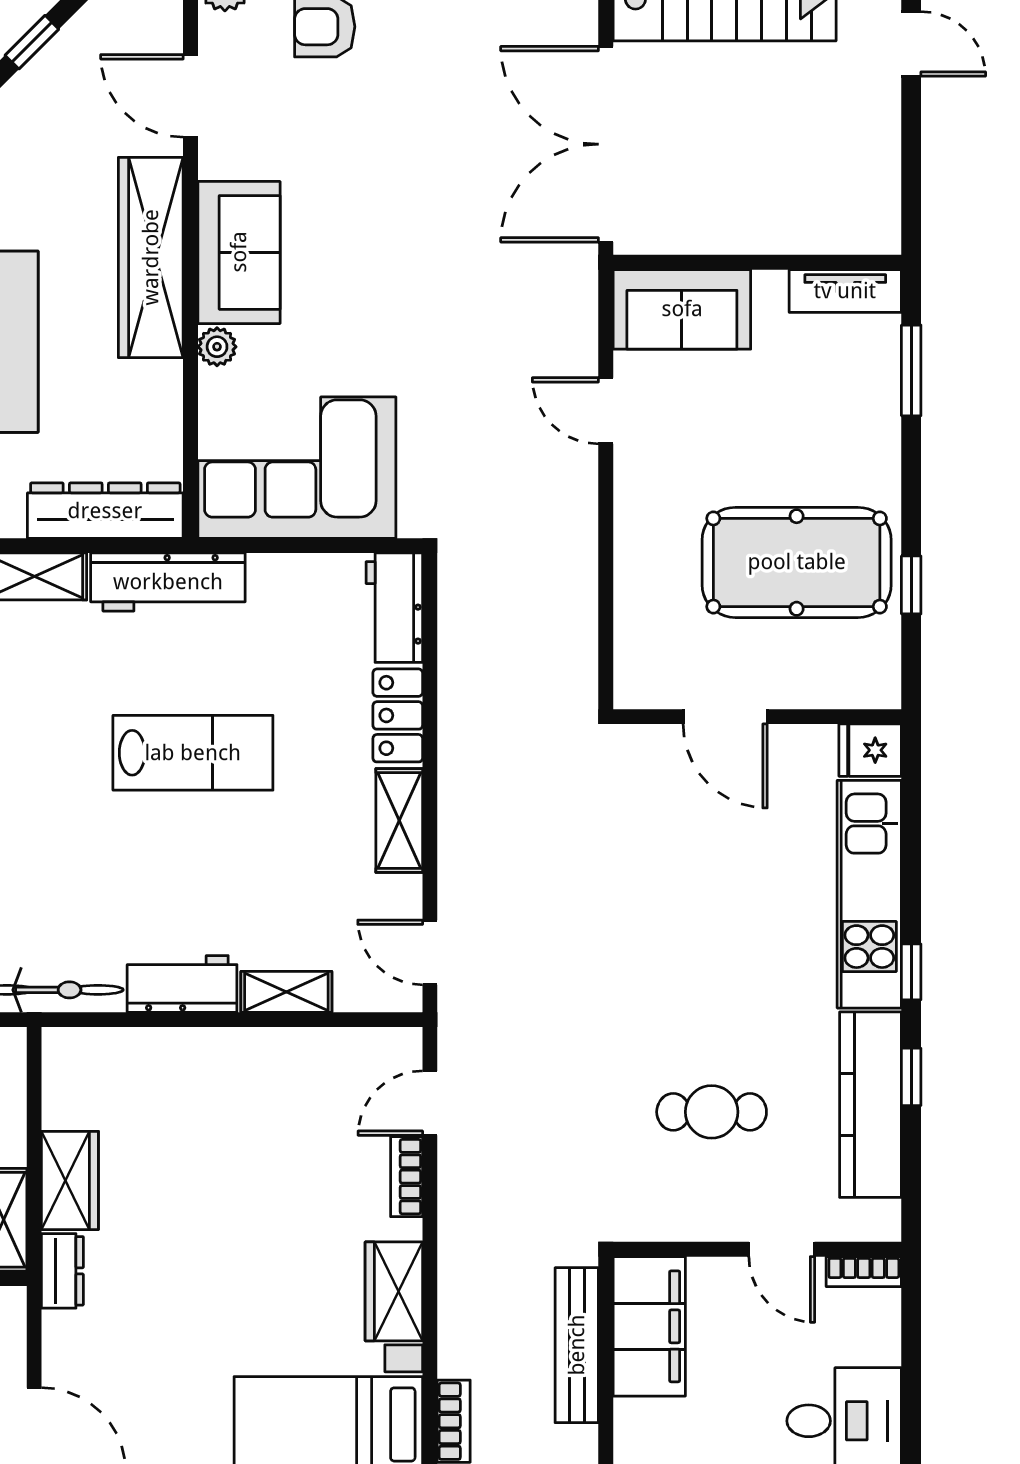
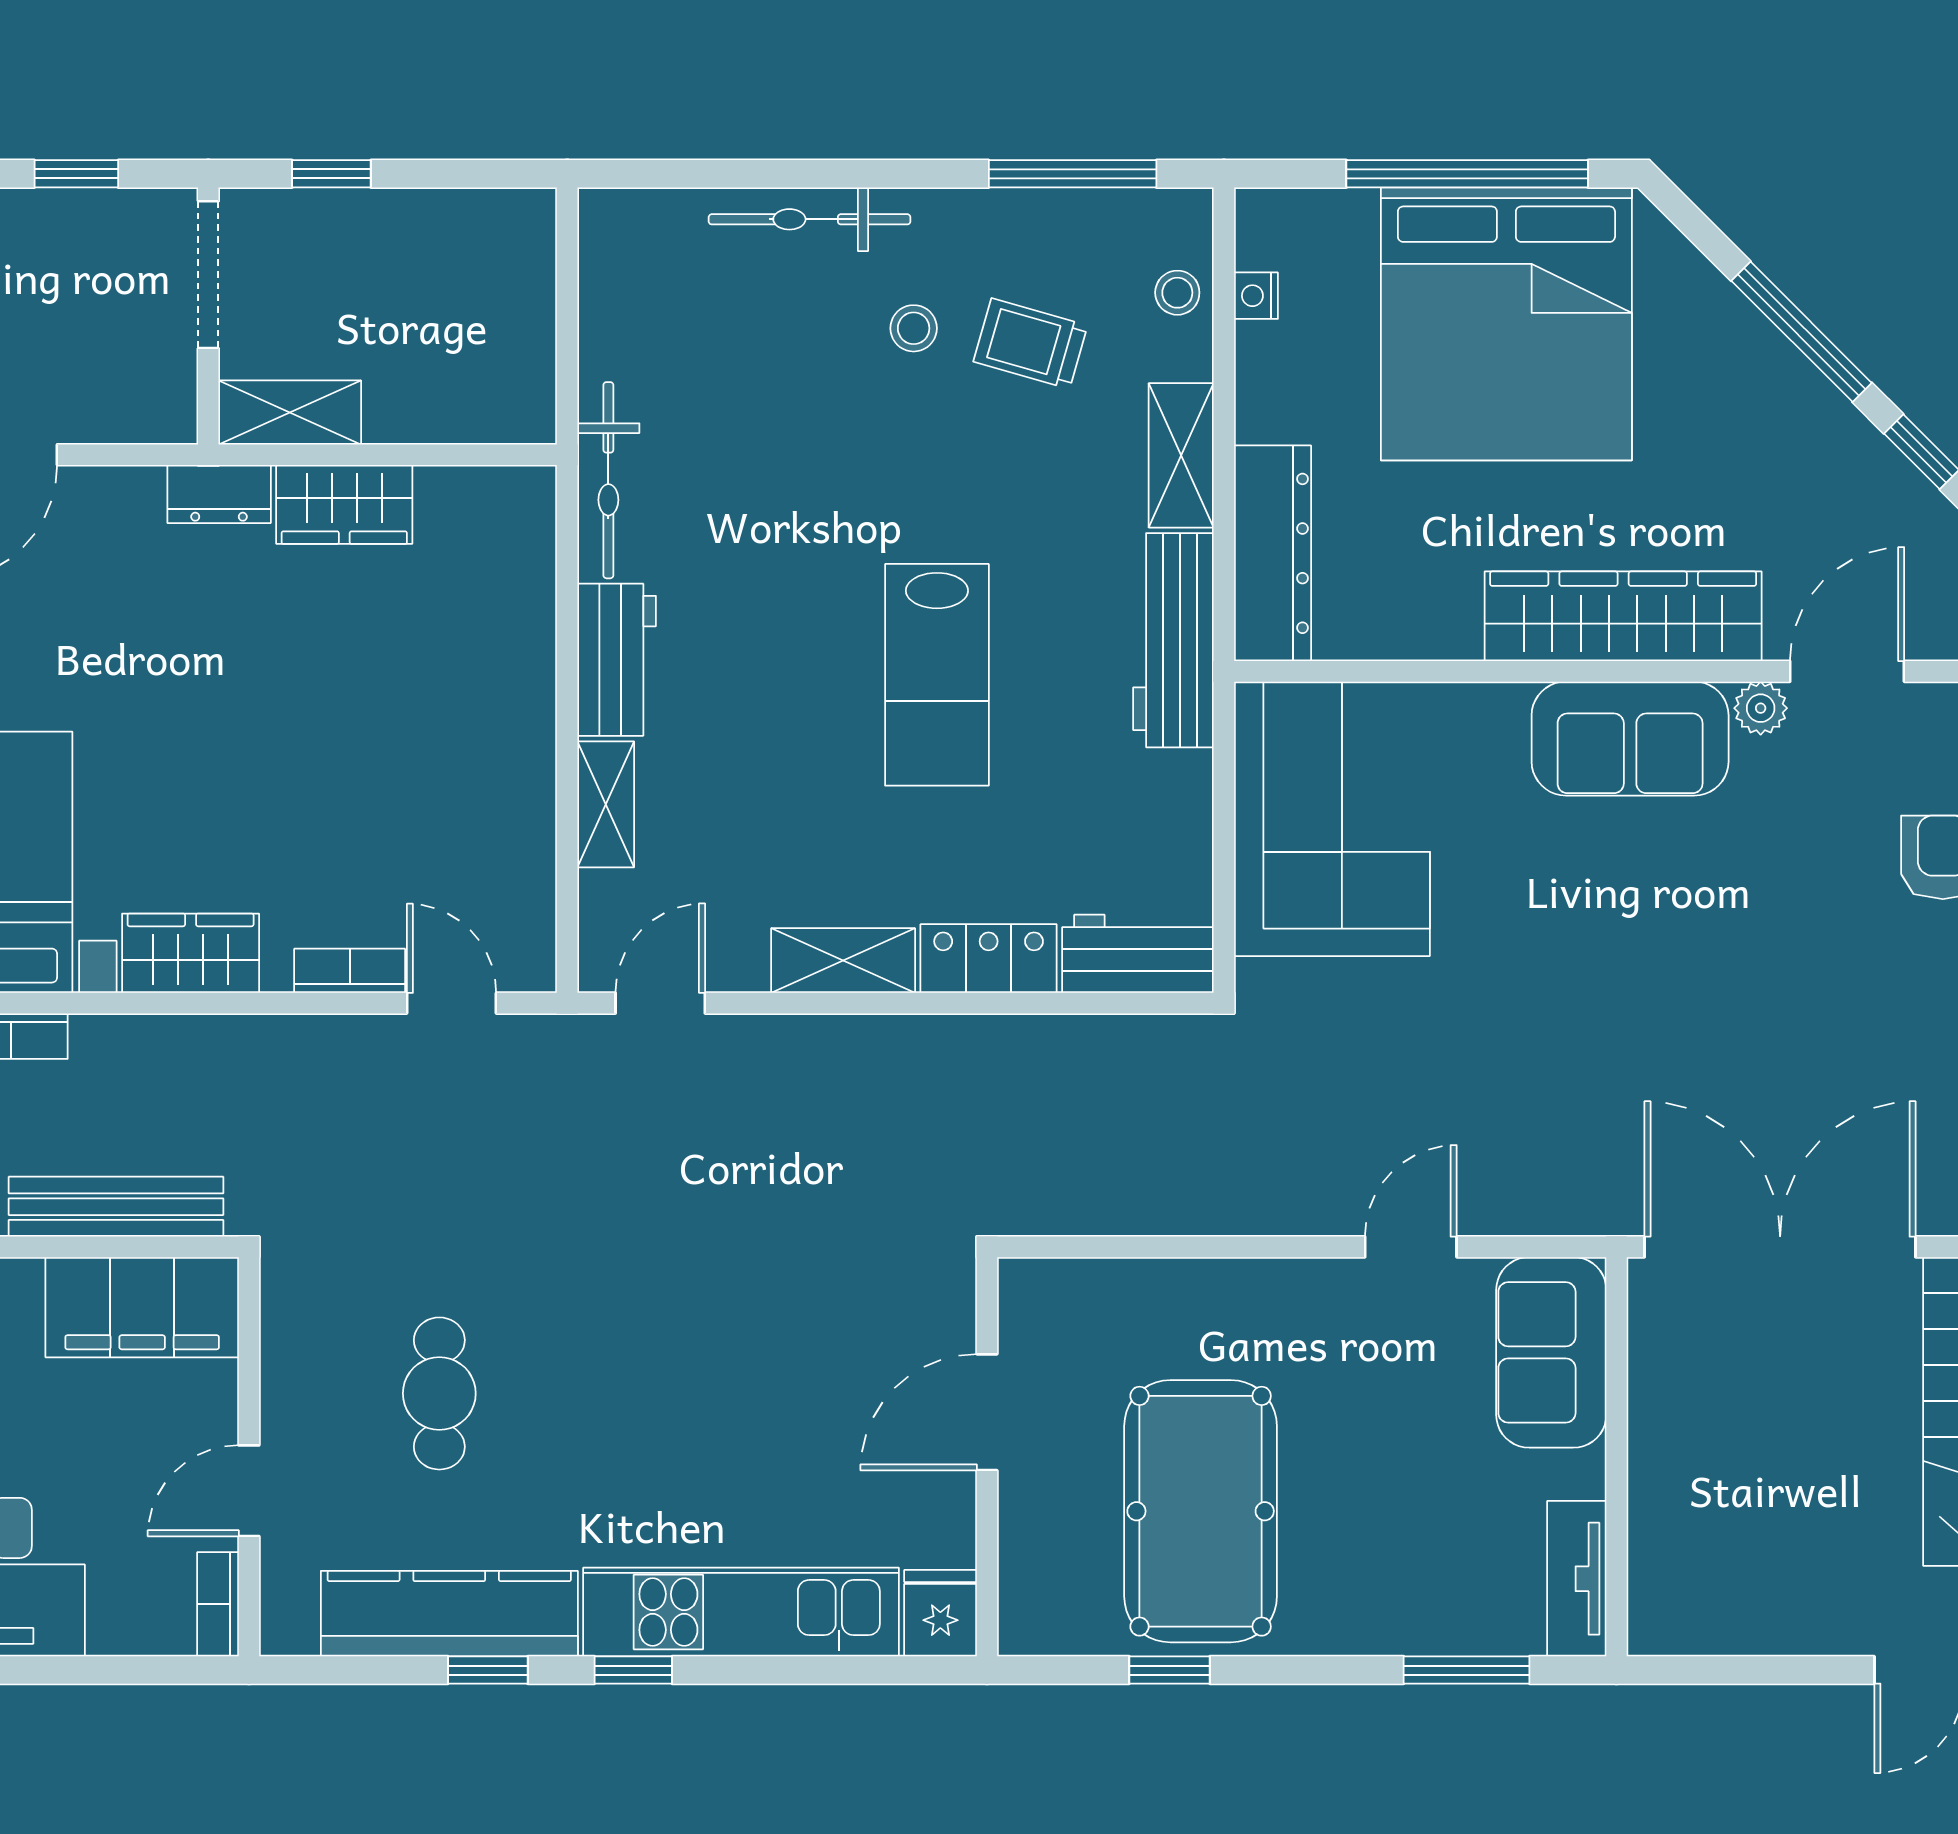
plant: (217, 347) -> (1761, 708), moved

